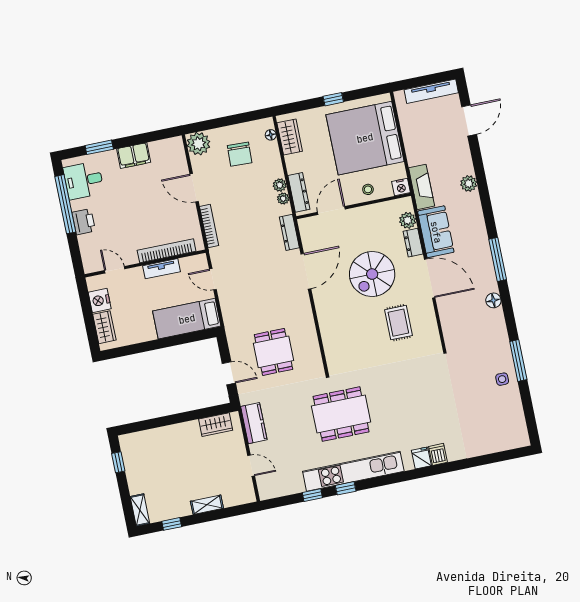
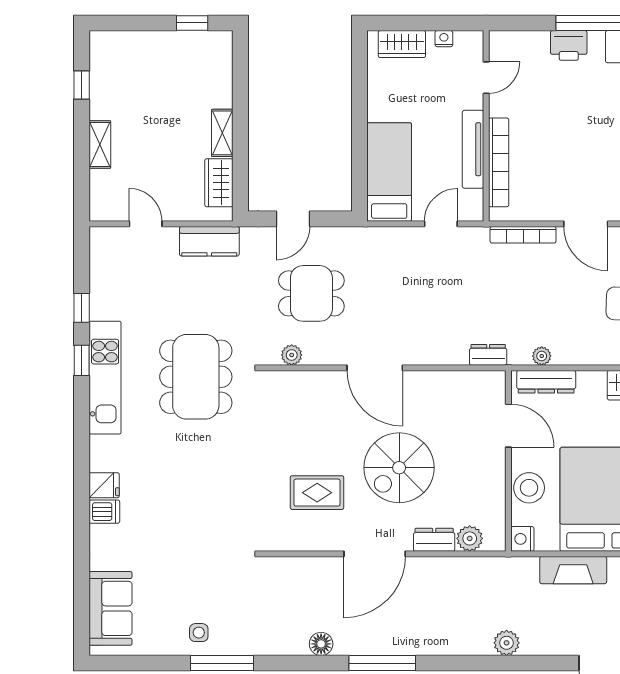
plant: (280, 185) -> (292, 355), moved
fireplace: (422, 187) -> (573, 570), moved
door: (194, 188) -> (586, 224), swing flipped
stool: (368, 189) -> (529, 488), width x1.89, depth x1.89
dresser: (289, 232) -> (488, 355), width x0.70
sofa: (436, 232) -> (111, 608), moved, turned -90
tv unit: (162, 269) -> (473, 149), width x1.41
door: (306, 271) -> (375, 368), moved
spiral stairs: (372, 274) -> (399, 468), turned -90
nightstand: (100, 301) -> (444, 39), width x0.53, depth x0.56
door: (251, 466) -> (146, 224), swing flipped
kitchen unit: (353, 471) -> (105, 378), width x0.73
shelving: (140, 510) -> (222, 133), moved, turned 90

